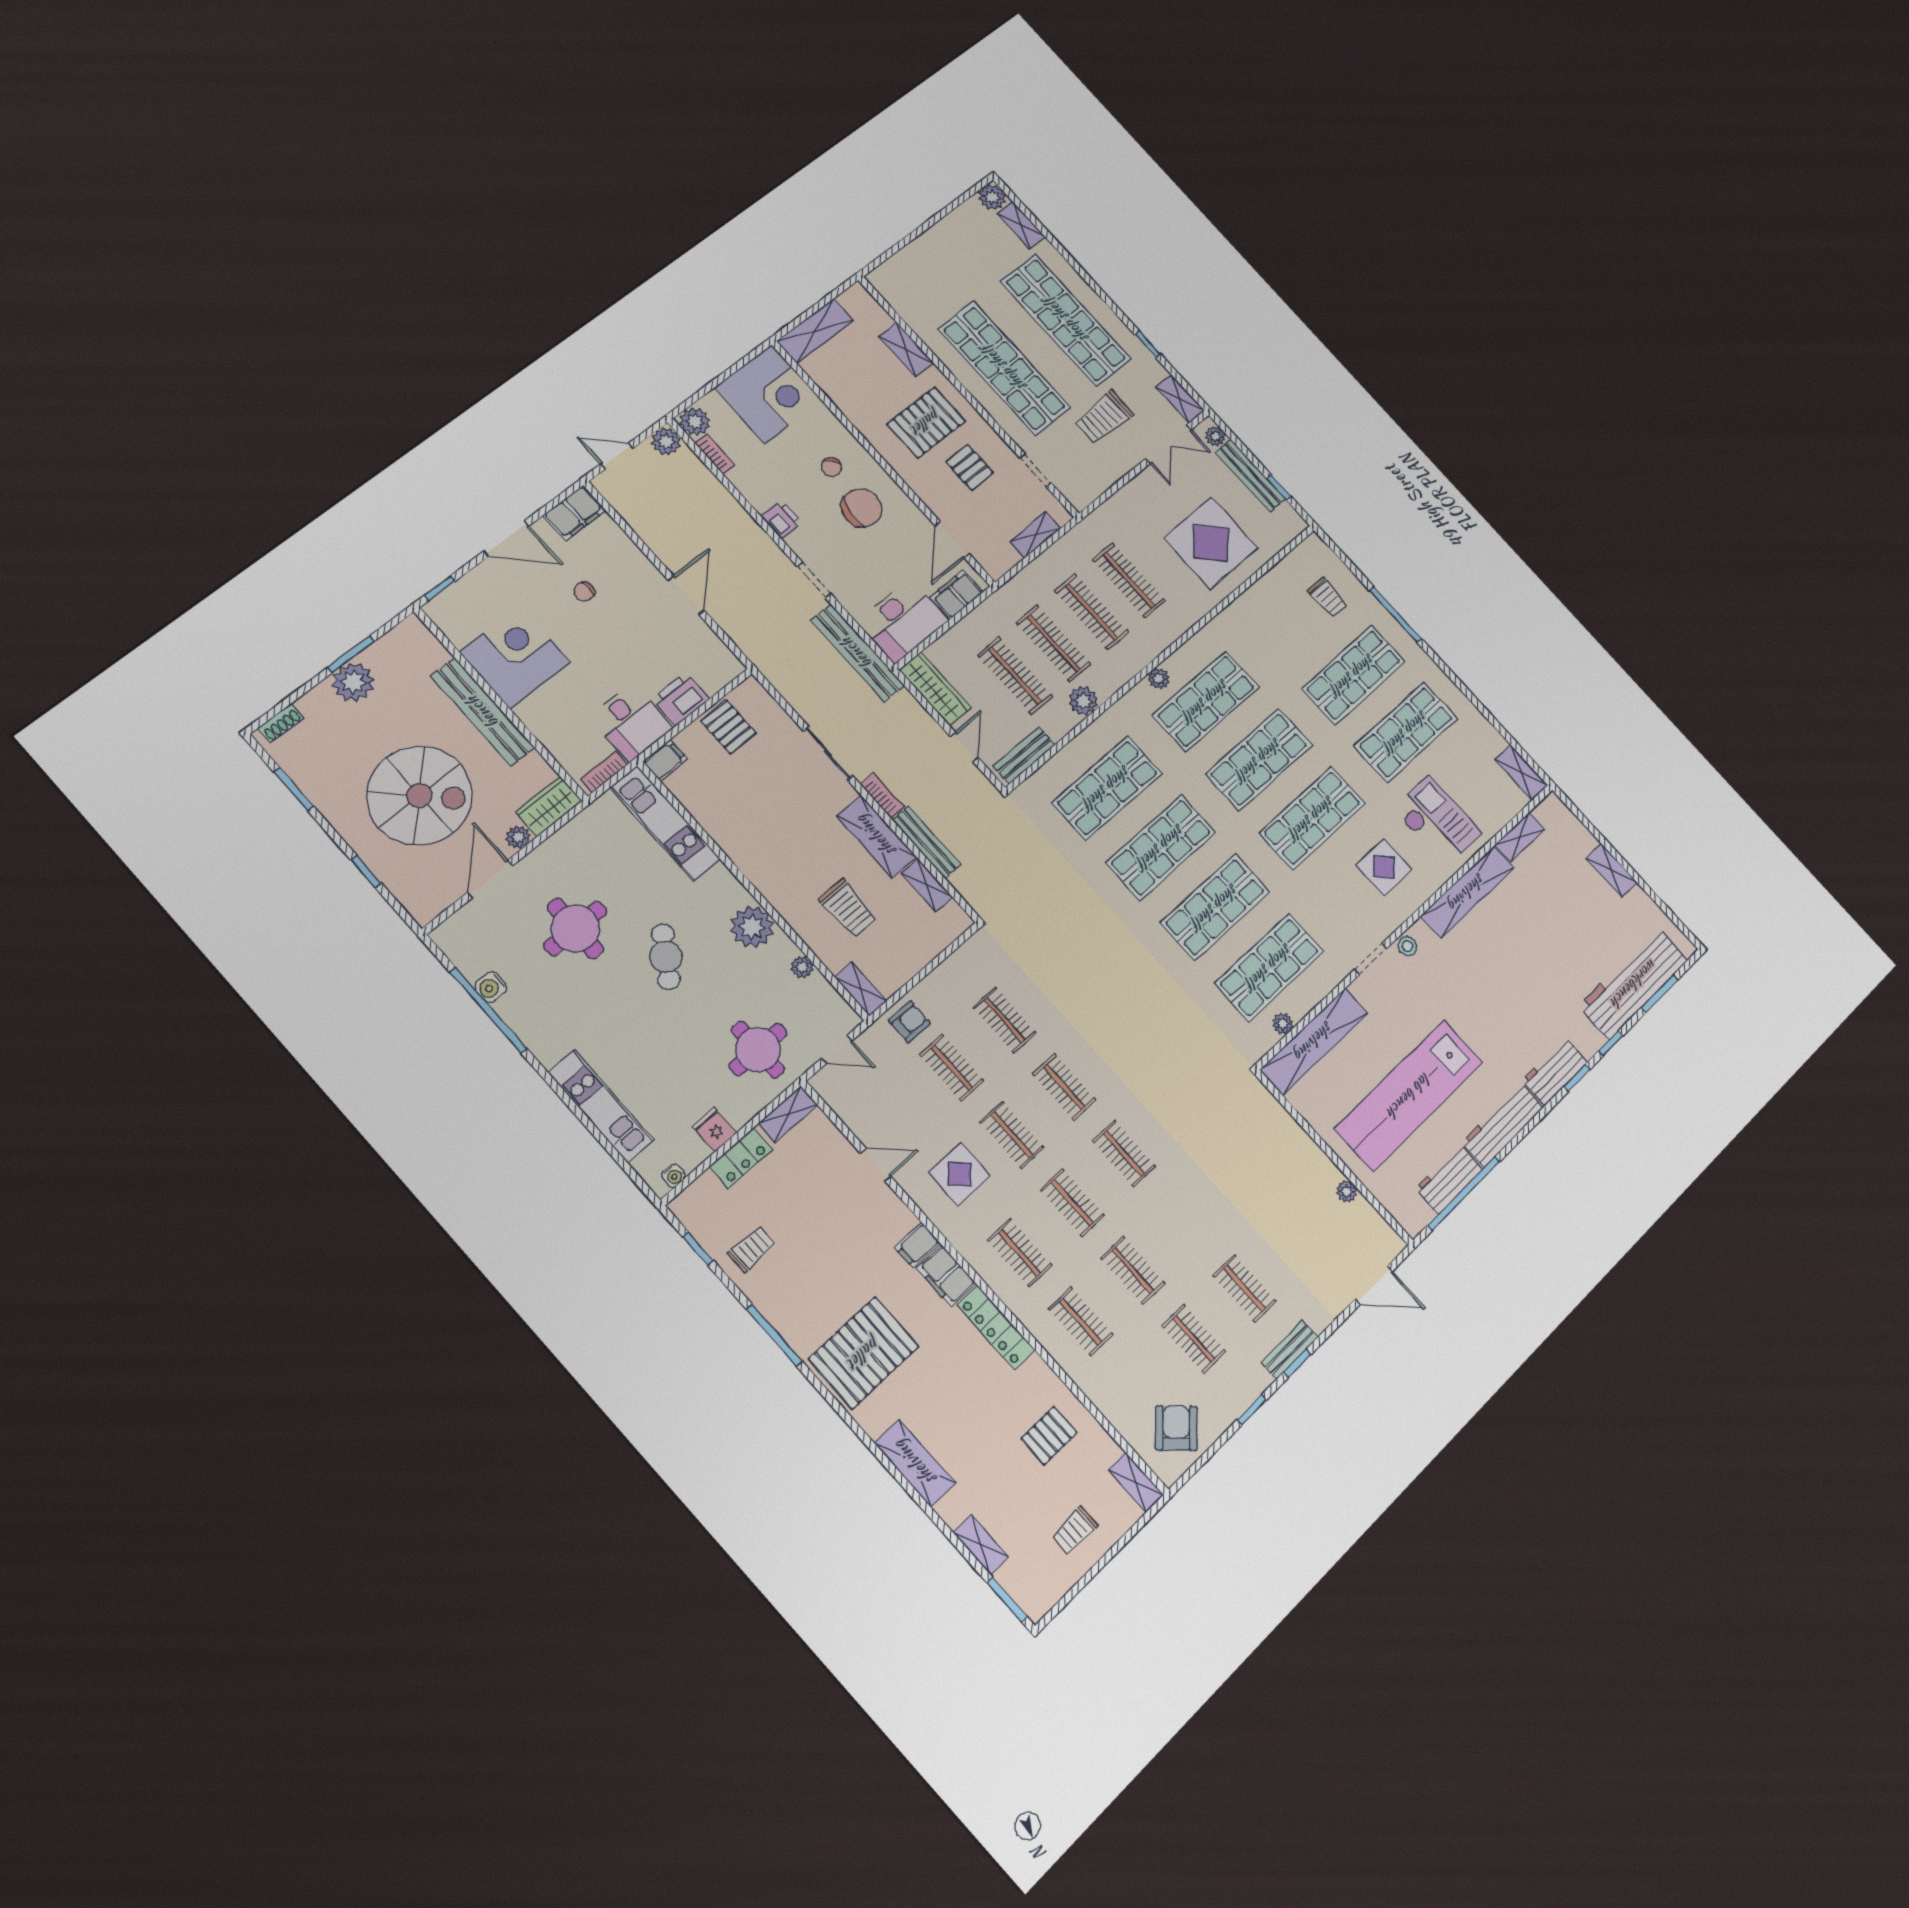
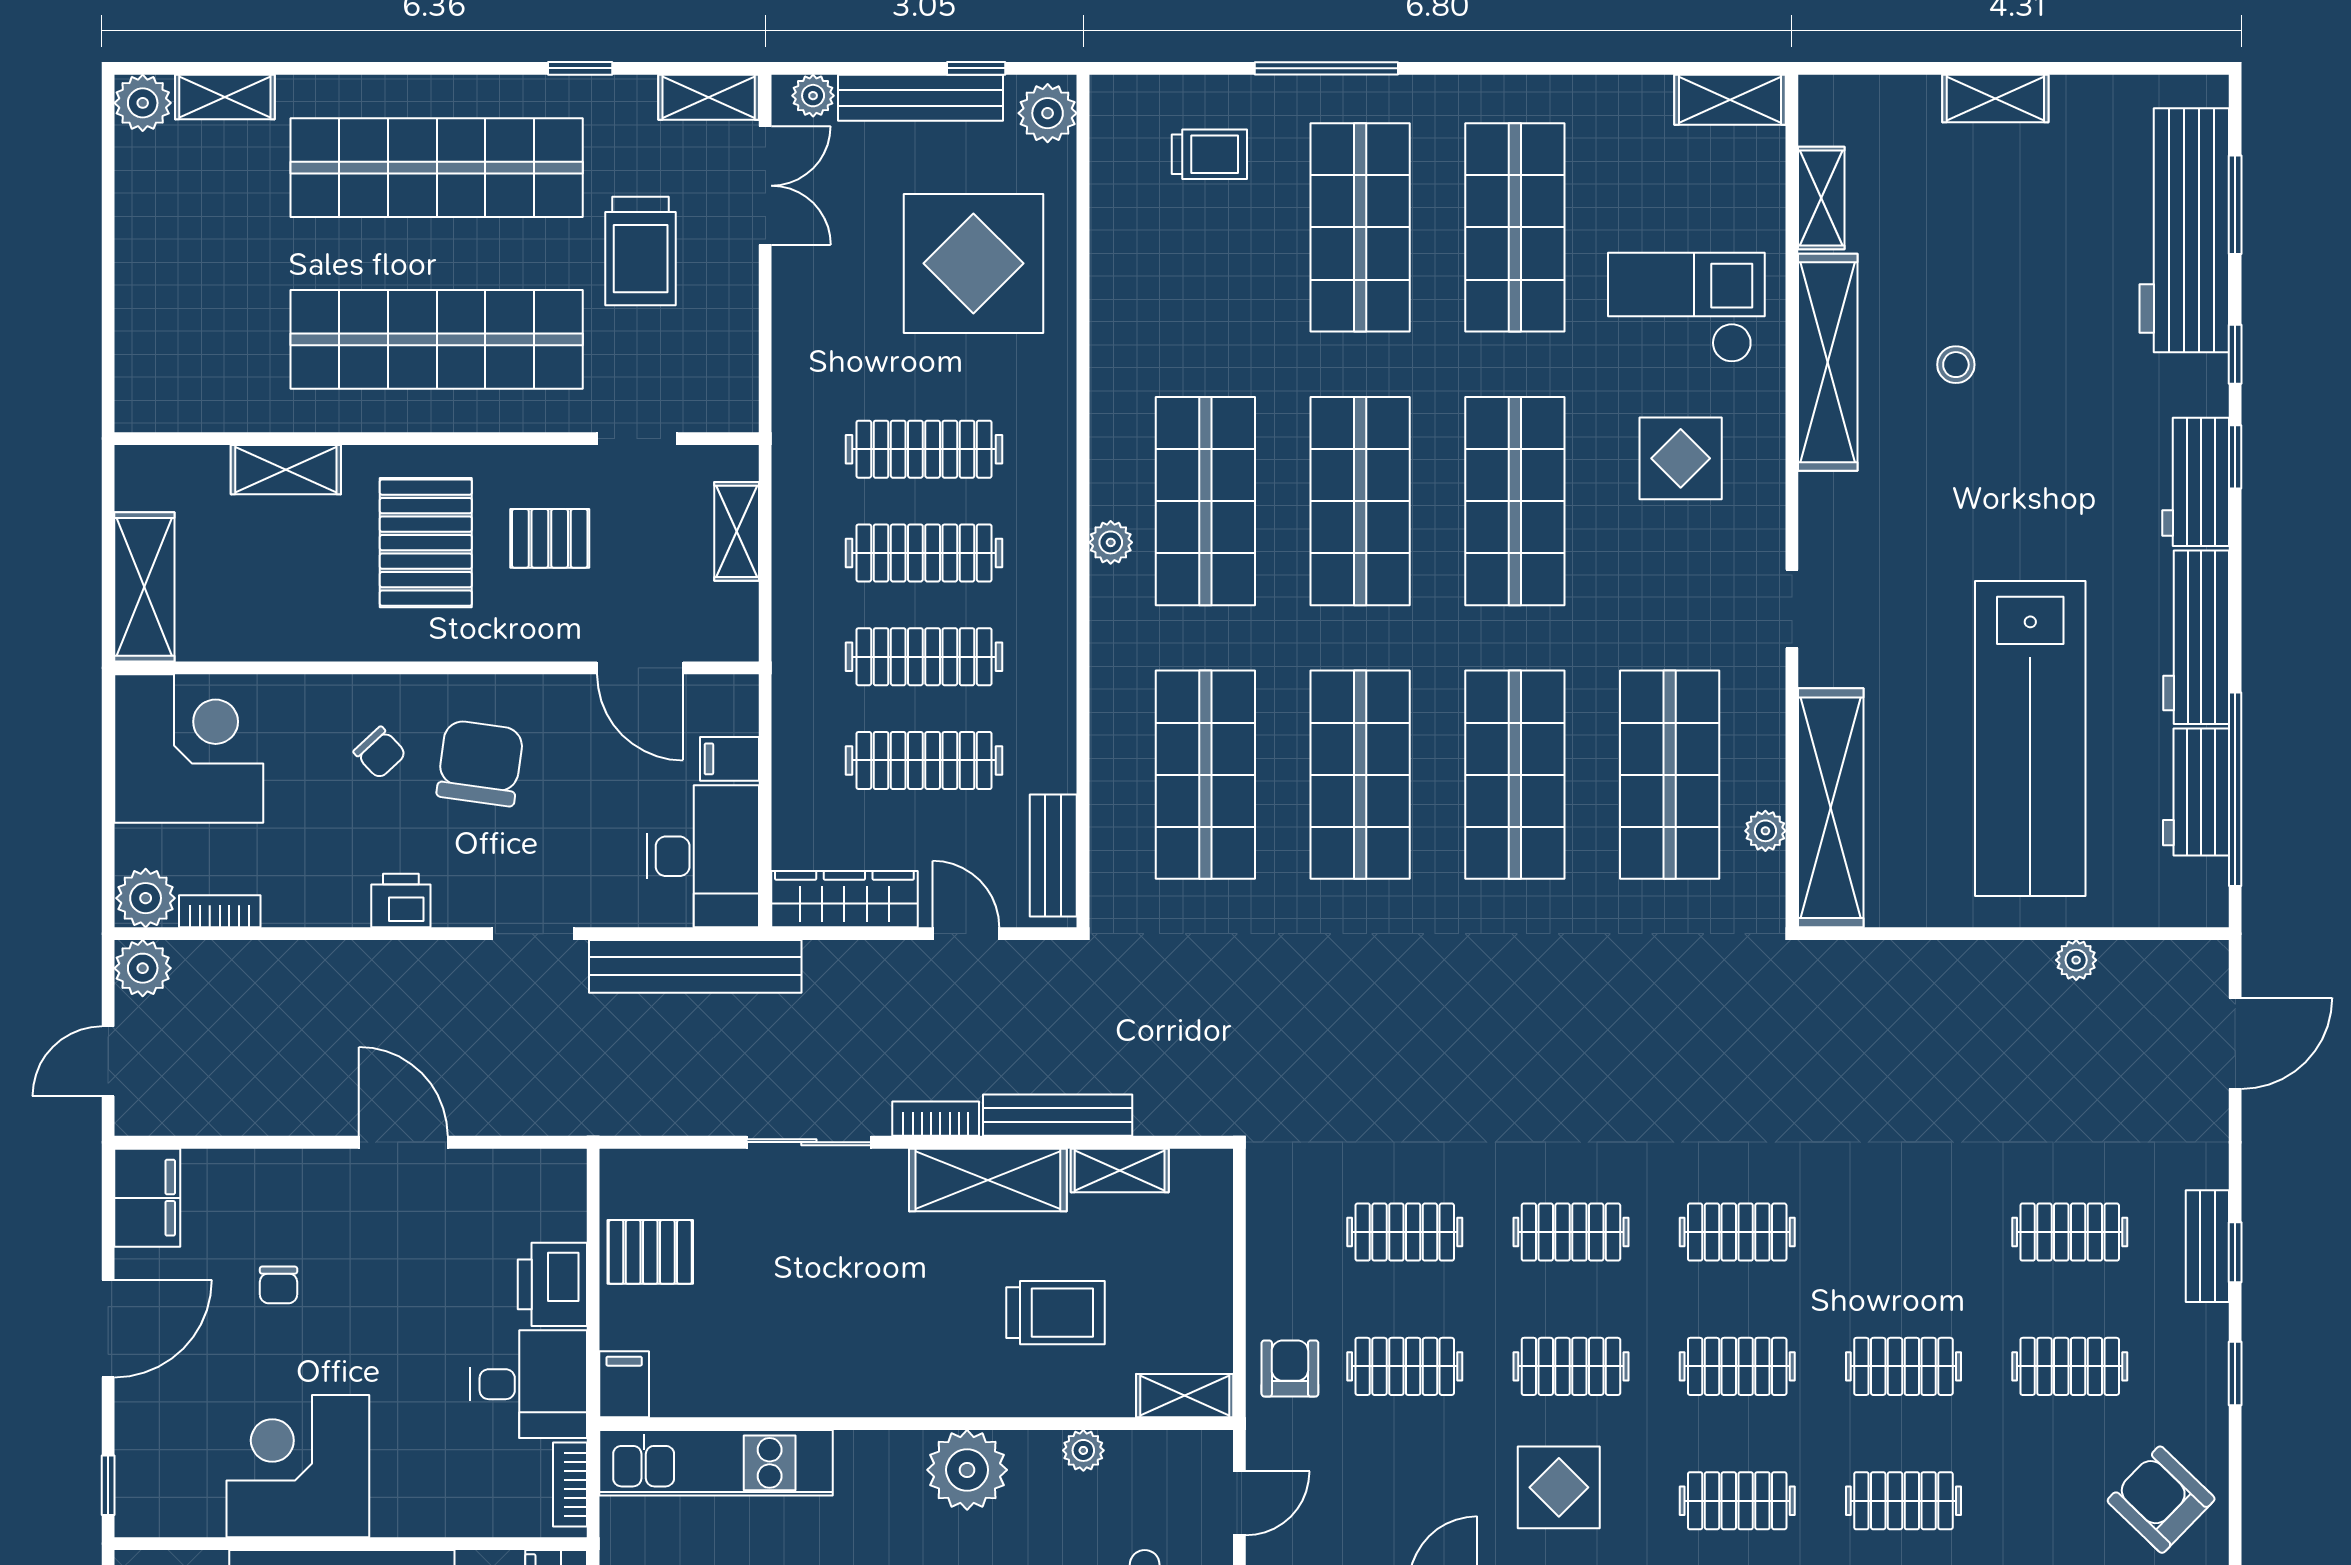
filing cabinet: (957, 594) -> (729, 759), width x0.50
plant: (1083, 701) -> (1048, 113), moved
stool: (1408, 946) -> (1956, 365), moved

